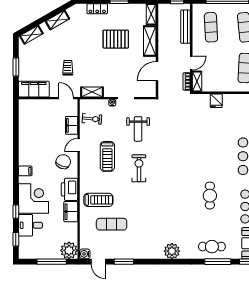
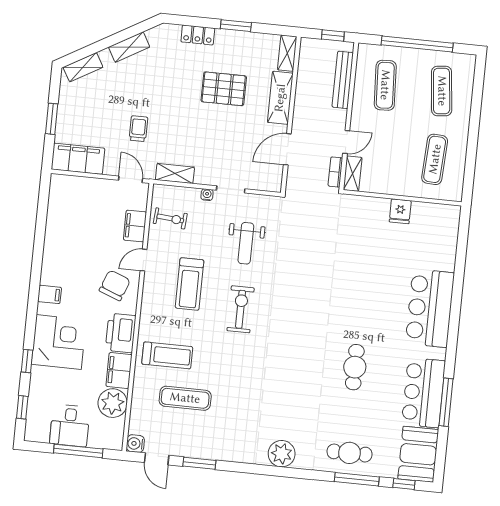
fridge: (216, 101) -> (400, 211), moved
desk: (30, 225) -> (70, 426), moved, turned -90
plant: (69, 250) -> (113, 403), moved

